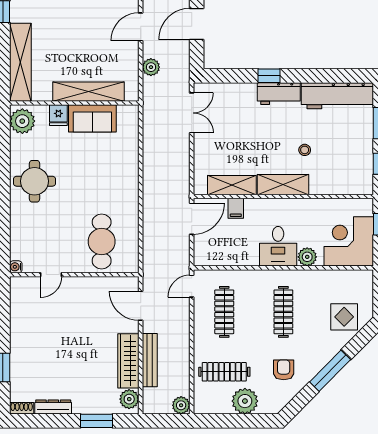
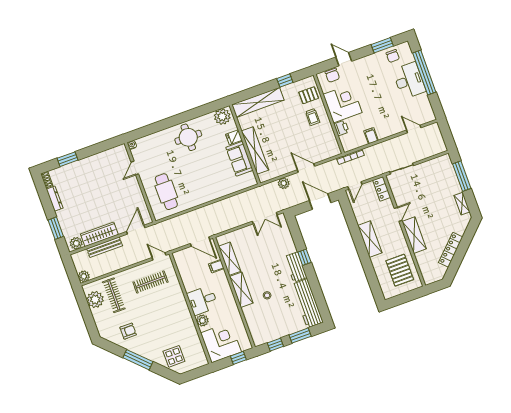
cafe table: (102, 241) -> (166, 192), turned 90
door: (51, 275) -> (135, 168), hinge flipped
clothes rail: (283, 312) -> (164, 318), removed
plant: (245, 401) -> (95, 300), moved

